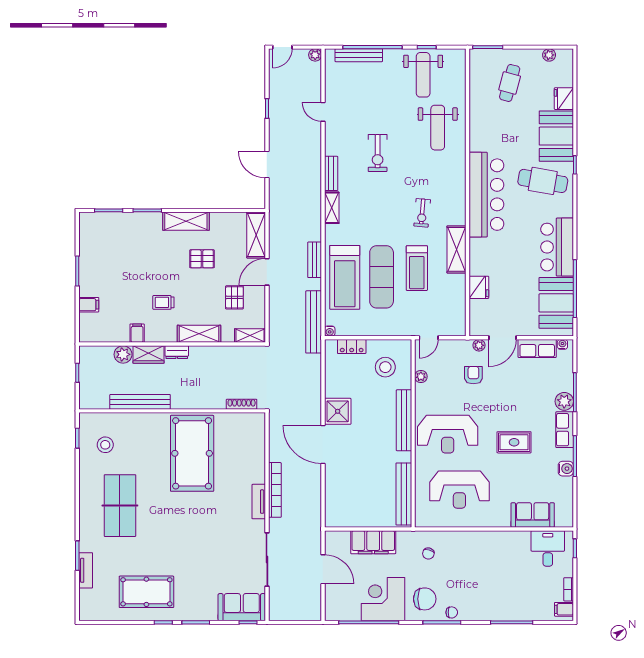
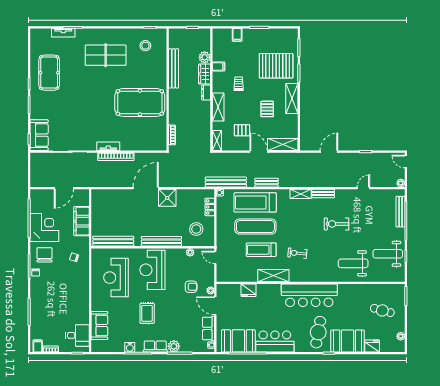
pallet: (136, 245) -> (276, 66), added
chair: (425, 599) -> (44, 255), turned 180

